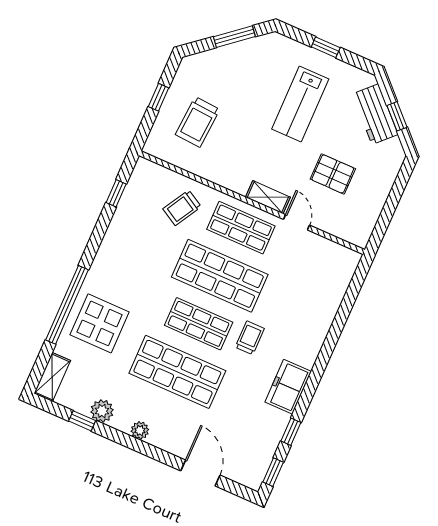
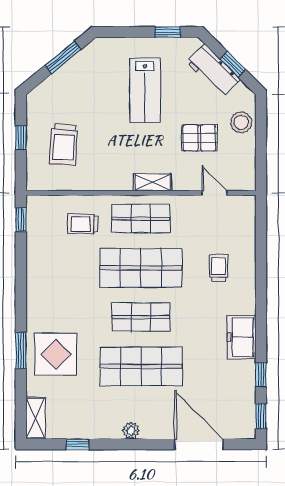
window: (326, 47) -> (168, 32), moved
stool: (380, 177) -> (241, 122), added
window: (116, 193) -> (21, 219), moved
trolley: (182, 208) -> (83, 224), turned 60
door: (297, 222) -> (214, 193), moved
window: (67, 305) -> (21, 351), width x0.47
trolley: (250, 338) -> (219, 268), moved
plant: (102, 411) -> (91, 428), removed
door: (200, 473) -> (199, 444), width x1.36

